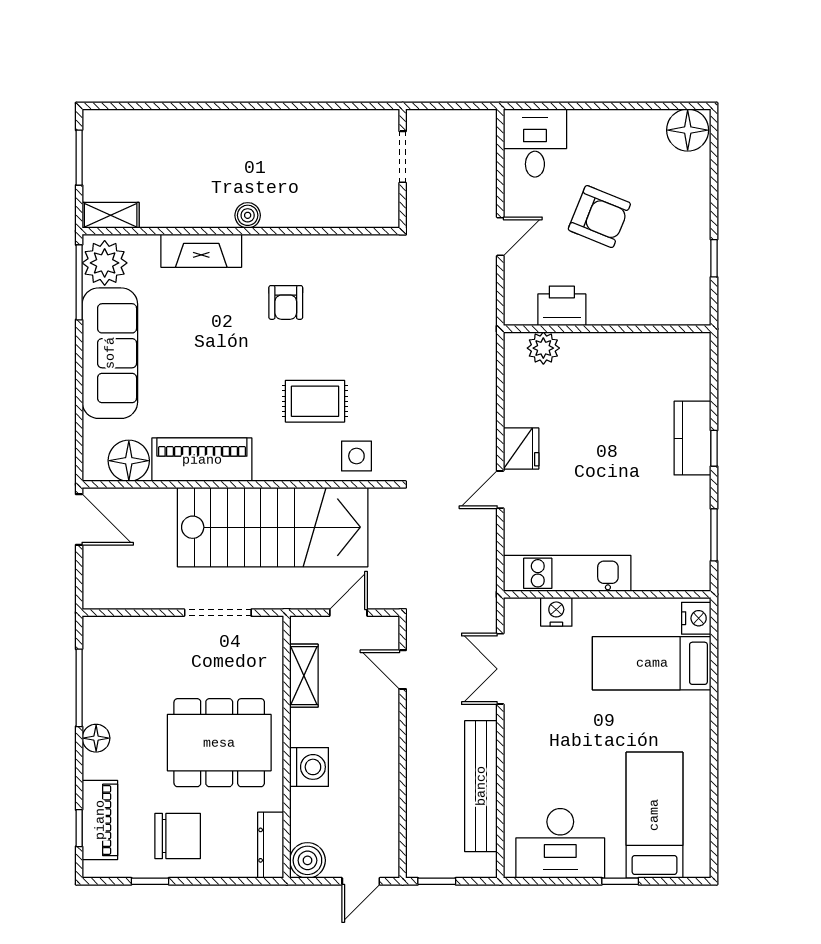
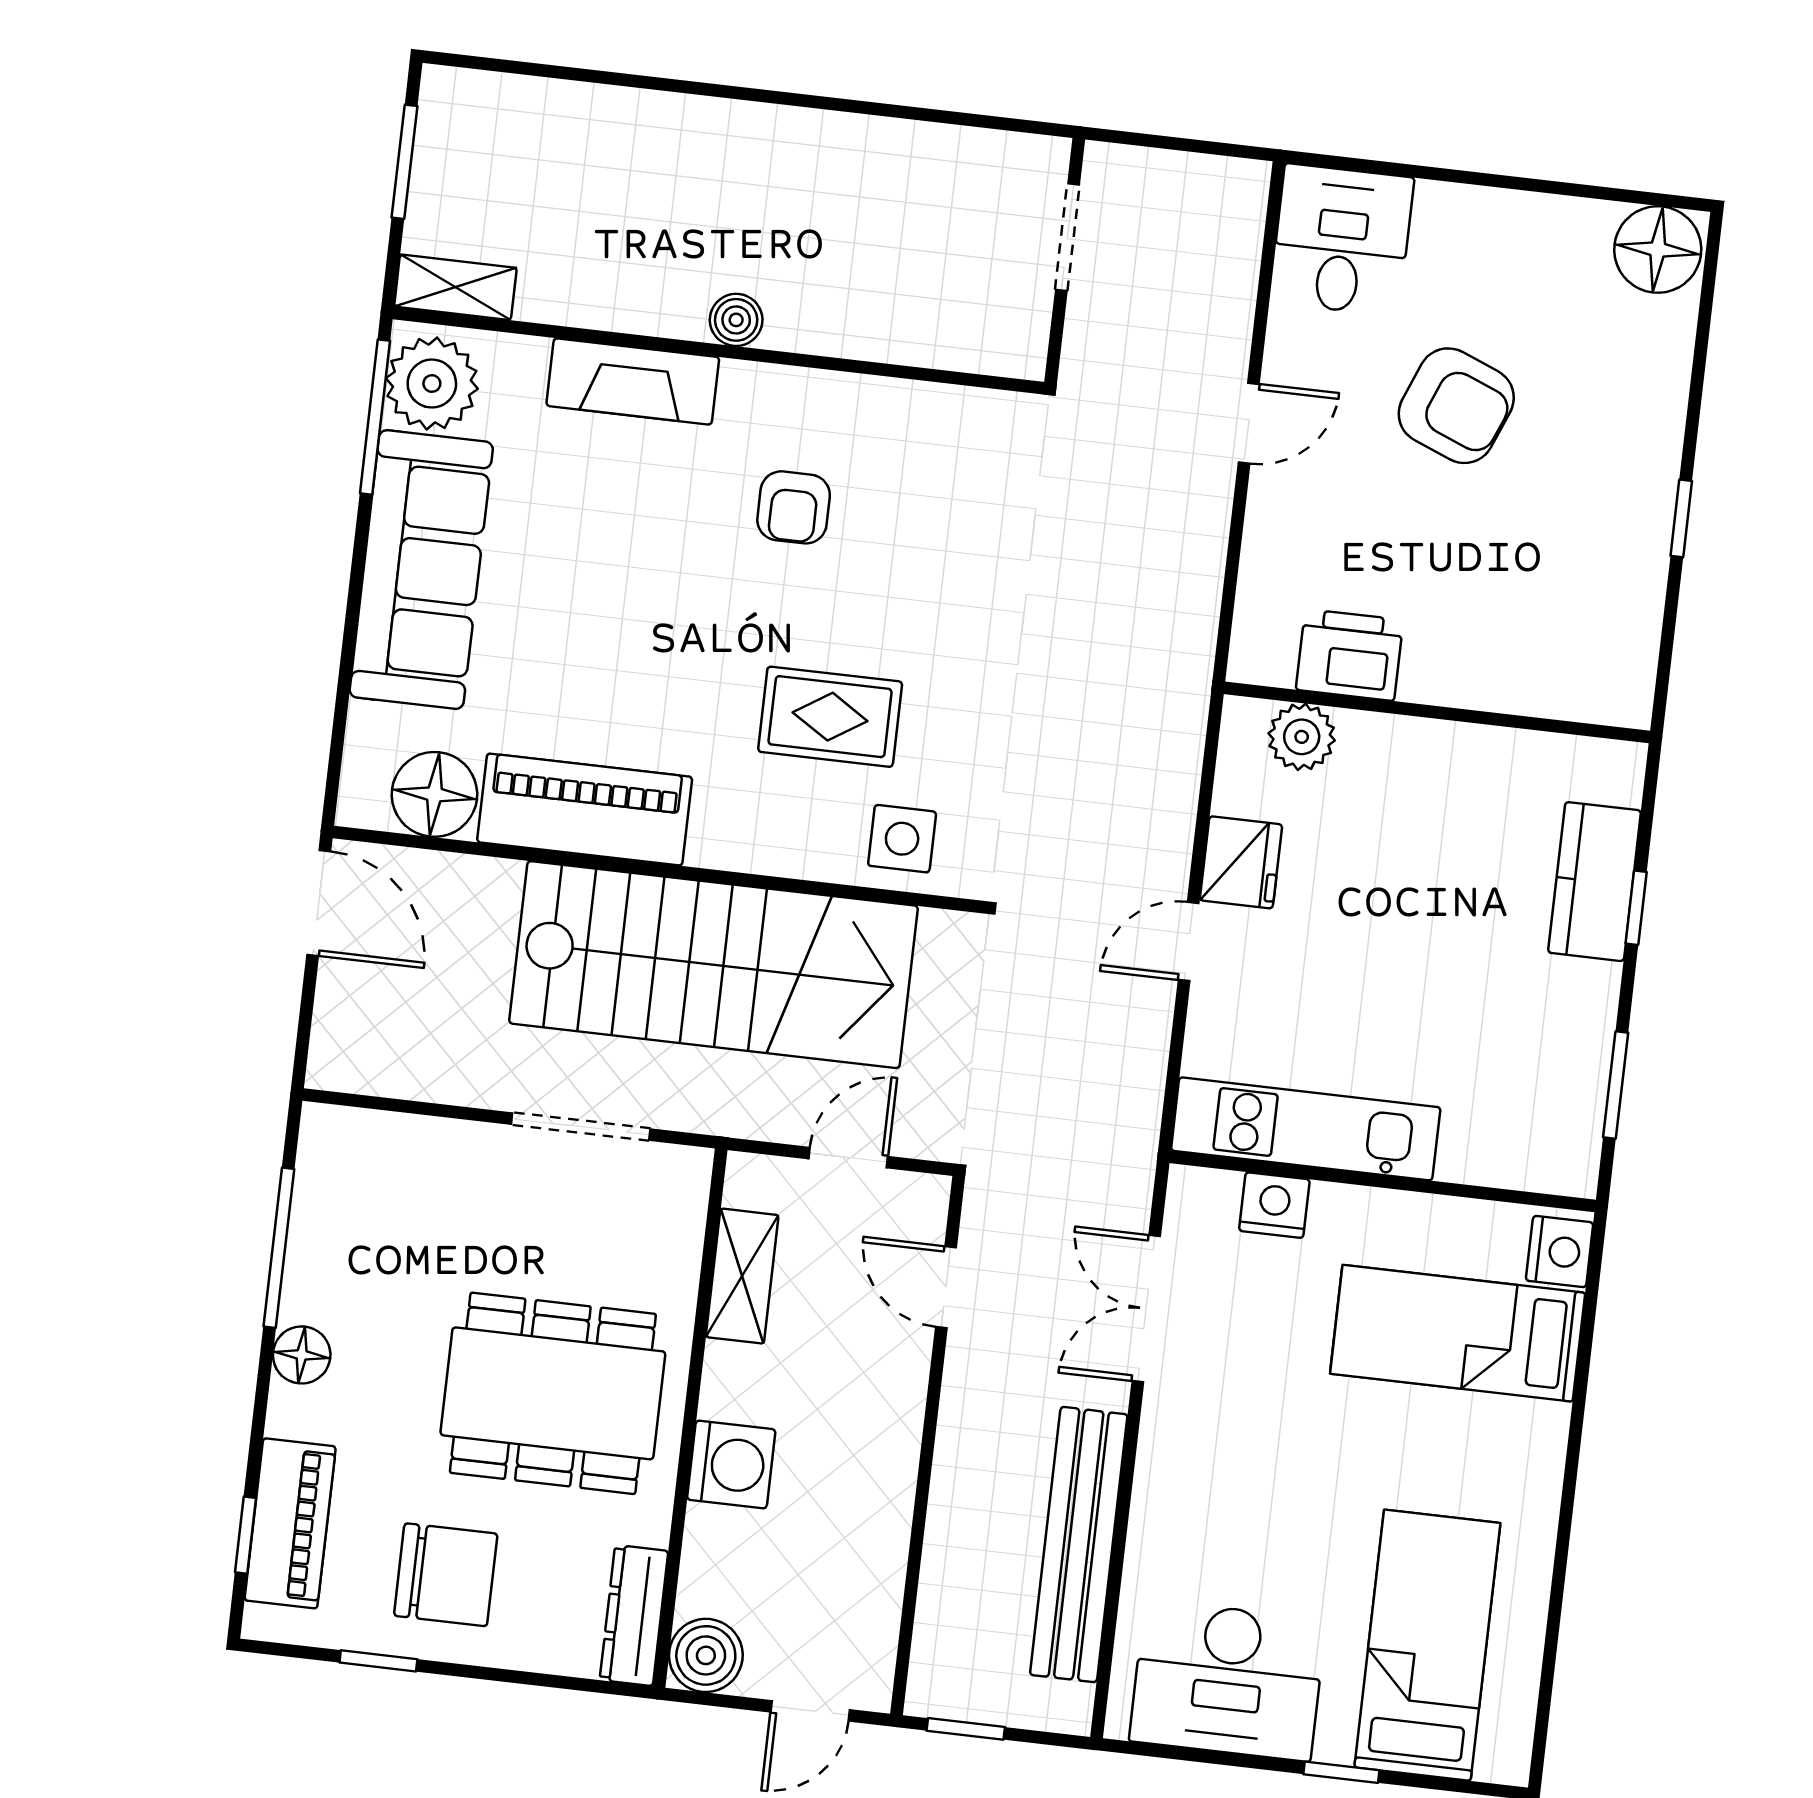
printer: (562, 306) -> (1350, 655), moved
wall: (607, 329) -> (1437, 713), moved
plant: (543, 348) -> (1302, 737), moved

